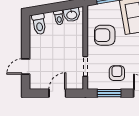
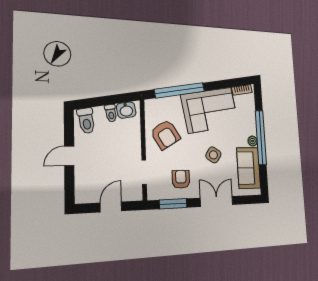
armchair: (105, 35) -> (165, 135), turned -121
door: (26, 66) -> (69, 156), moved

